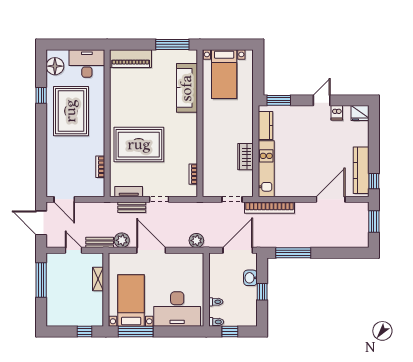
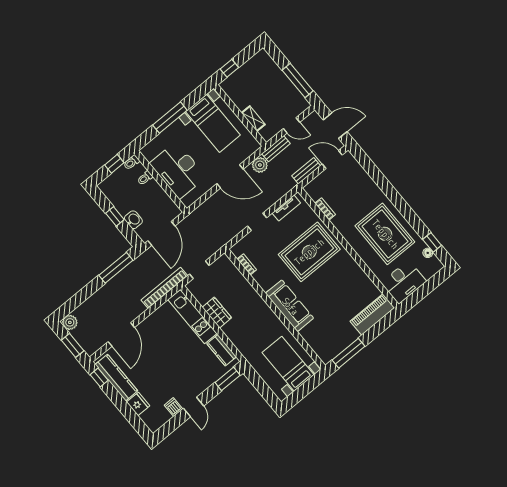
floor lamp: (55, 66) -> (428, 253), width x0.53, depth x0.53
sofa: (187, 88) -> (290, 306), moved
window: (41, 95) -> (432, 242), moved
fridge: (360, 113) -> (138, 404), moved, turned 90
bench: (132, 207) -> (306, 171), moved
plant: (196, 241) -> (70, 322), moved
desk: (177, 309) -> (178, 170), moved, turned -90
window: (136, 332) -> (170, 118), moved

